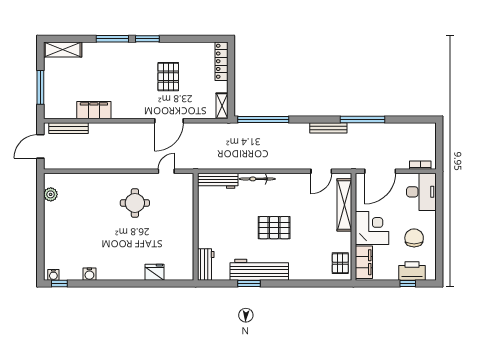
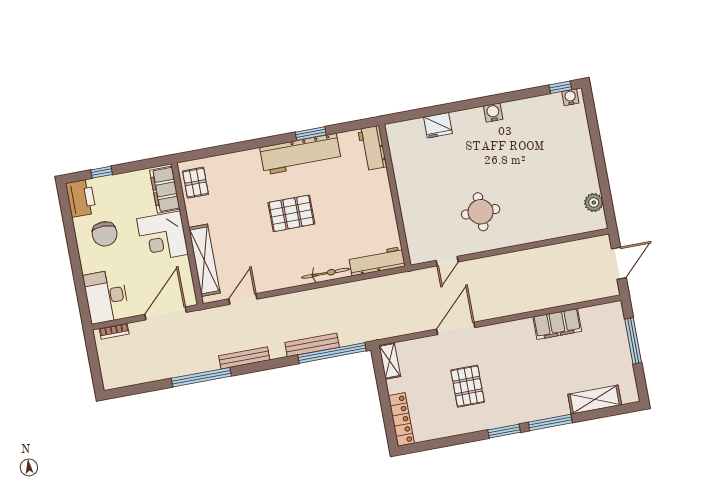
shelving: (63, 49) -> (595, 400), moved
bench: (68, 128) -> (312, 345), moved
printer: (412, 271) -> (81, 198), moved, turned -90
water cooler: (89, 274) -> (493, 113), moved

